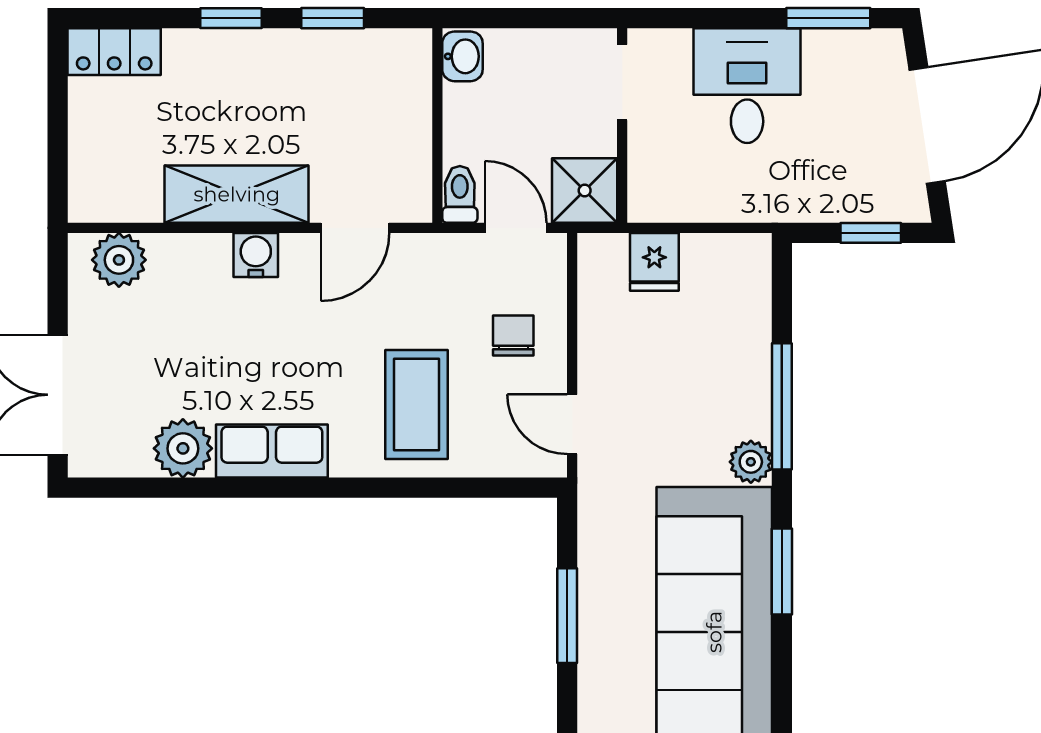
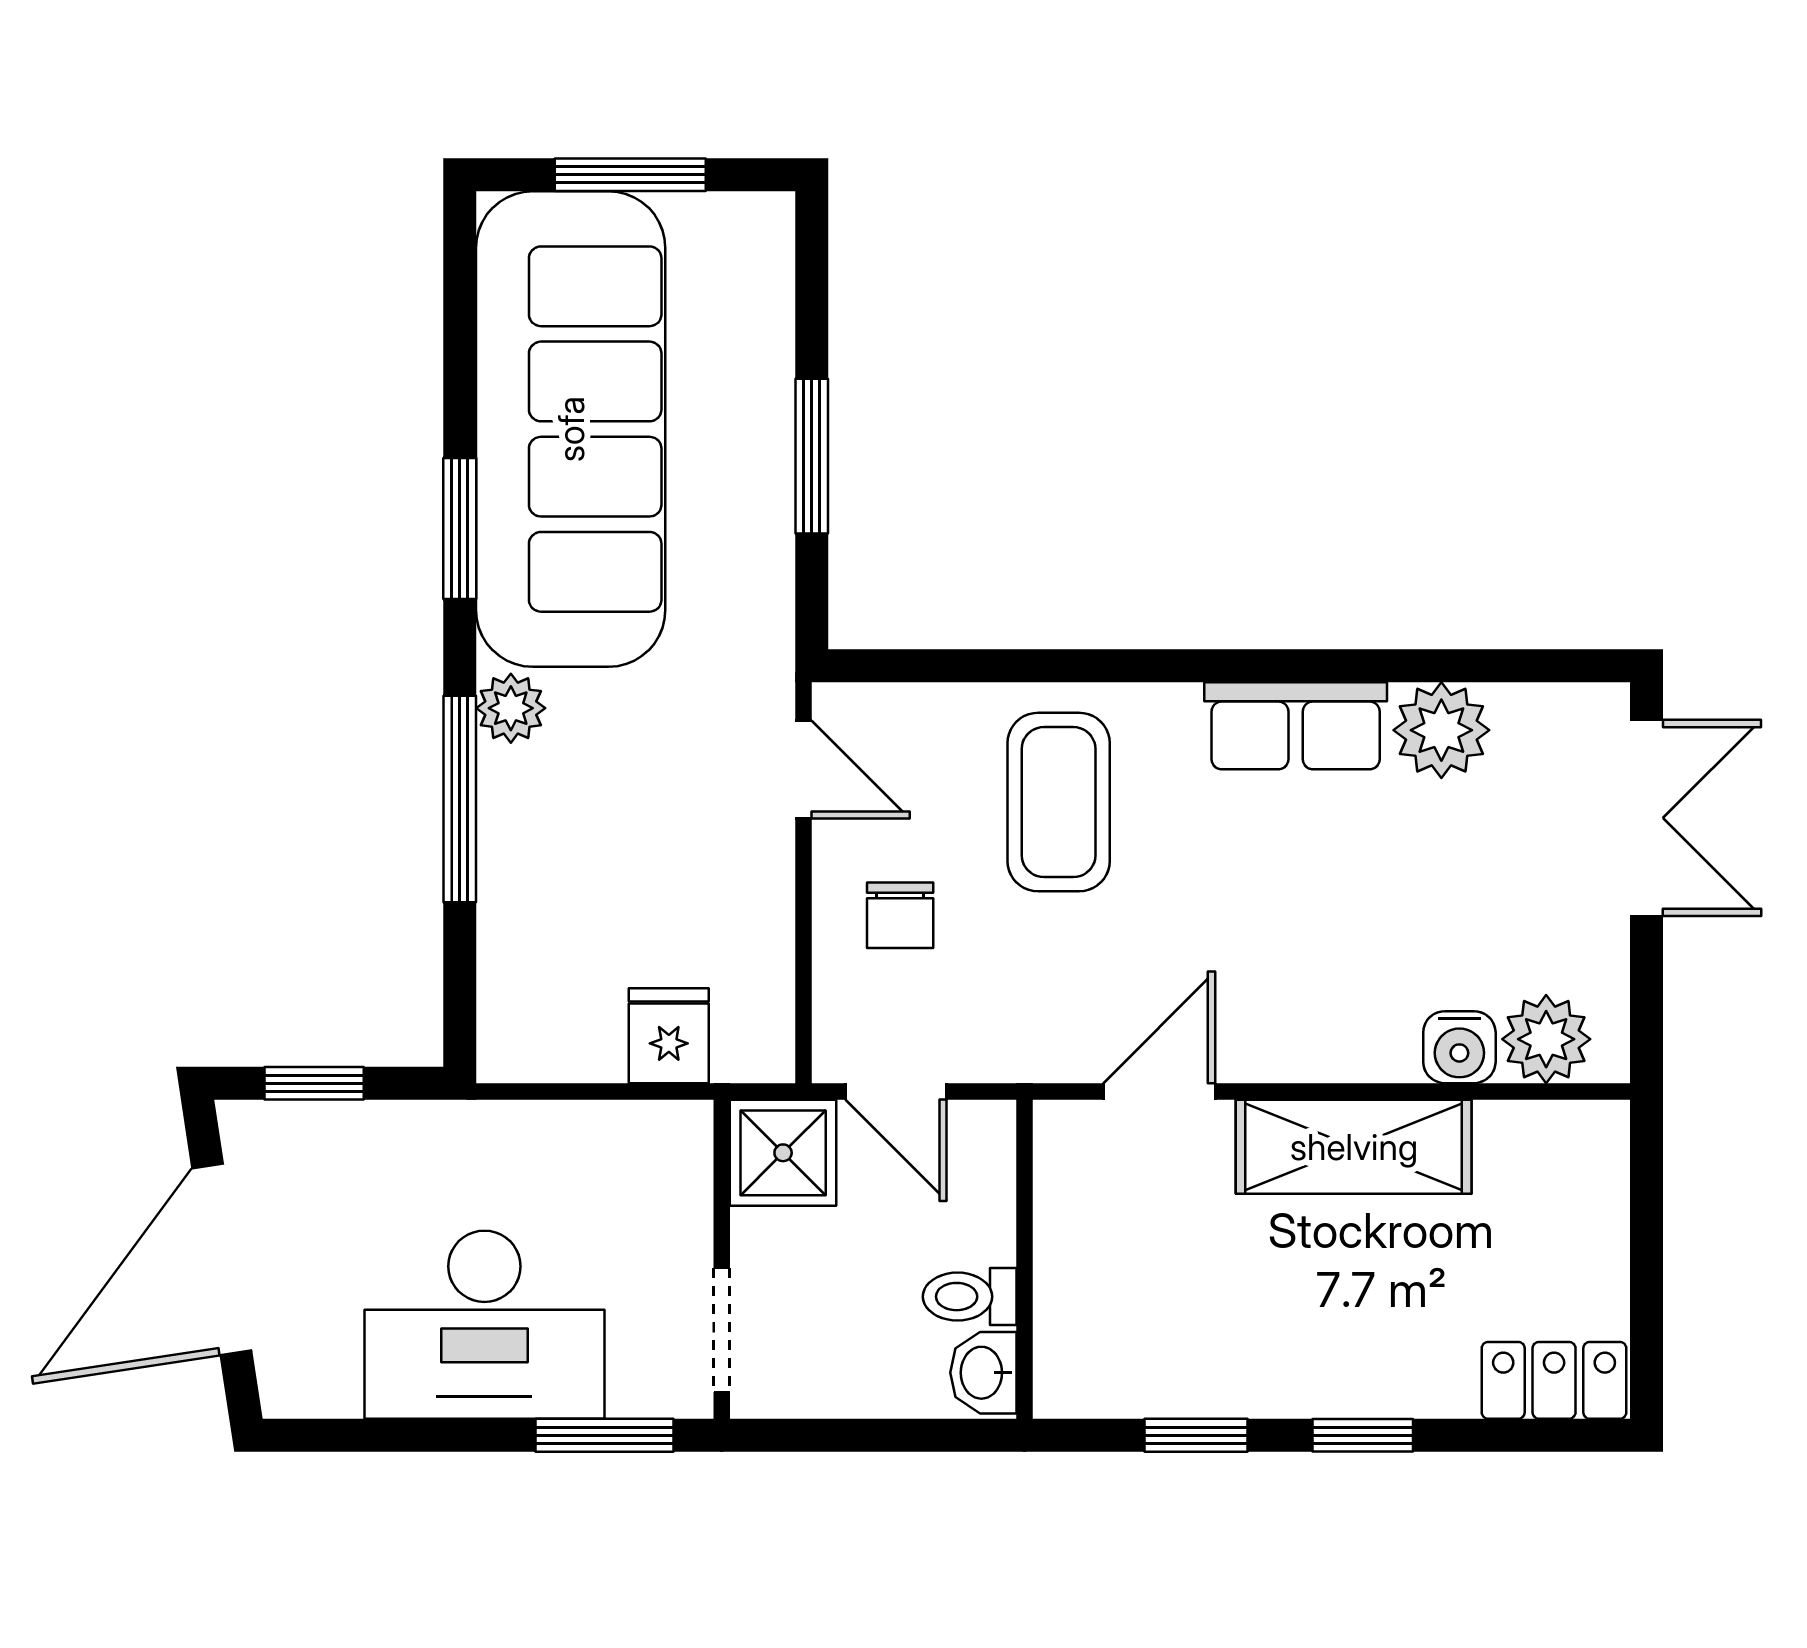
window: (828, 18) -> (605, 1435), moved
desk: (747, 86) -> (484, 1325), width x1.37
toilet: (460, 194) -> (970, 1297), moved, turned 90
water cooler: (256, 255) -> (1459, 1047), moved

